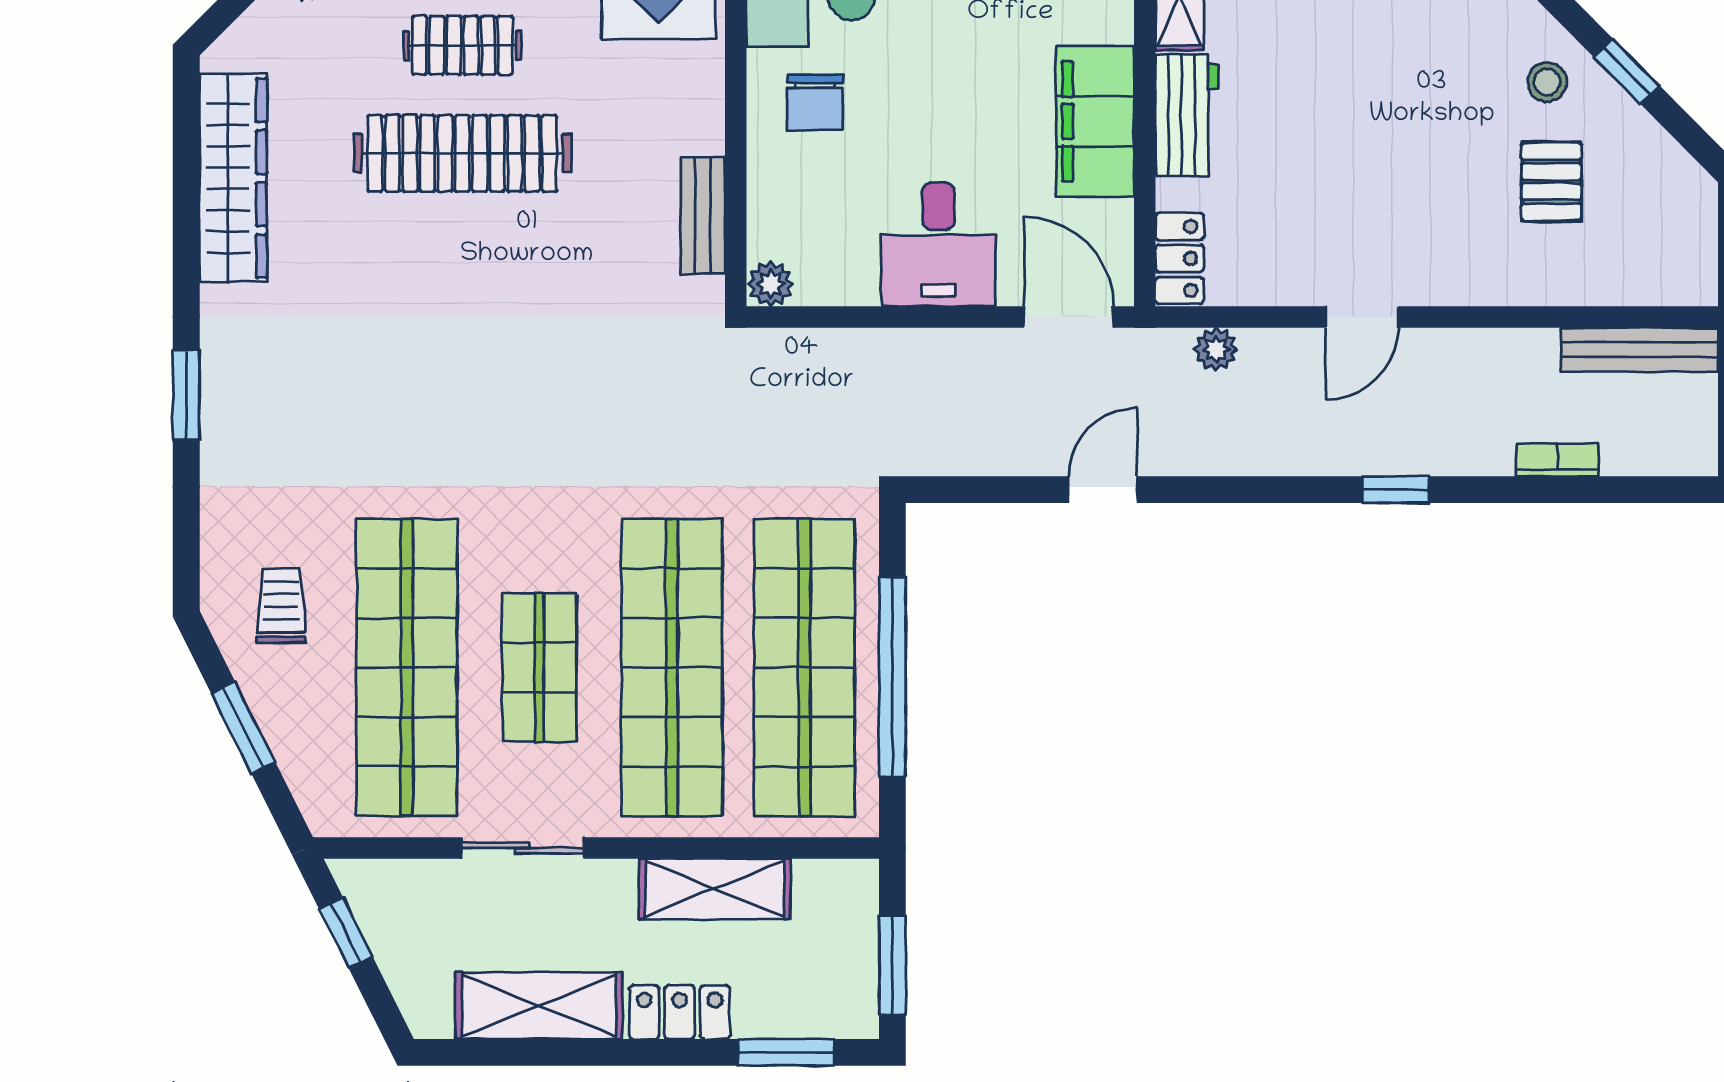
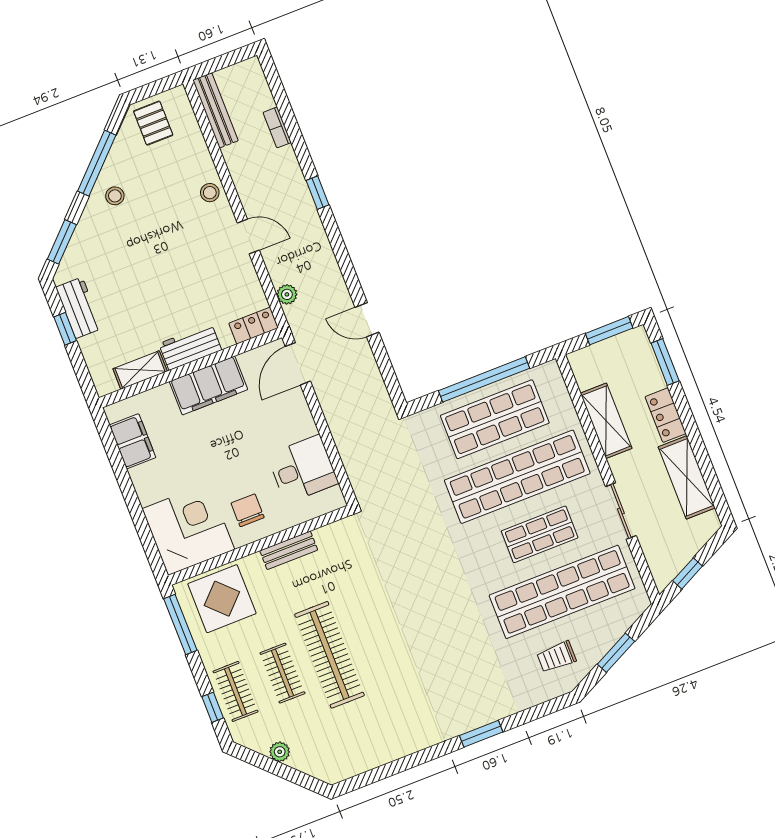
window: (1627, 71) -> (97, 163), width x2.17
chair: (815, 102) -> (248, 510), turned -90
wardrobe: (233, 178) -> (379, 750), removed
pallet: (1551, 182) -> (153, 123), moved, turned 90
bench: (703, 215) -> (289, 550), moved
desk: (938, 245) -> (303, 469), moved
stool: (1480, 274) -> (210, 193), added
plant: (771, 284) -> (334, 499), removed
shop shelf: (804, 667) -> (495, 419), width x0.71

